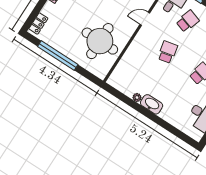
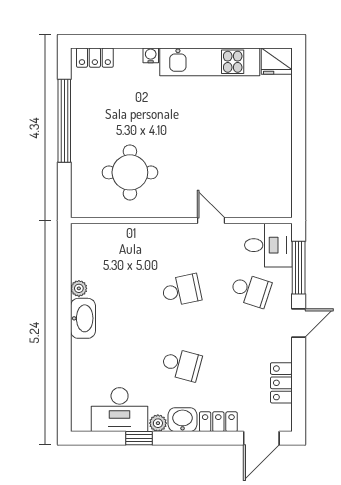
round table: (100, 41) -> (130, 172), width x0.73, depth x0.73

